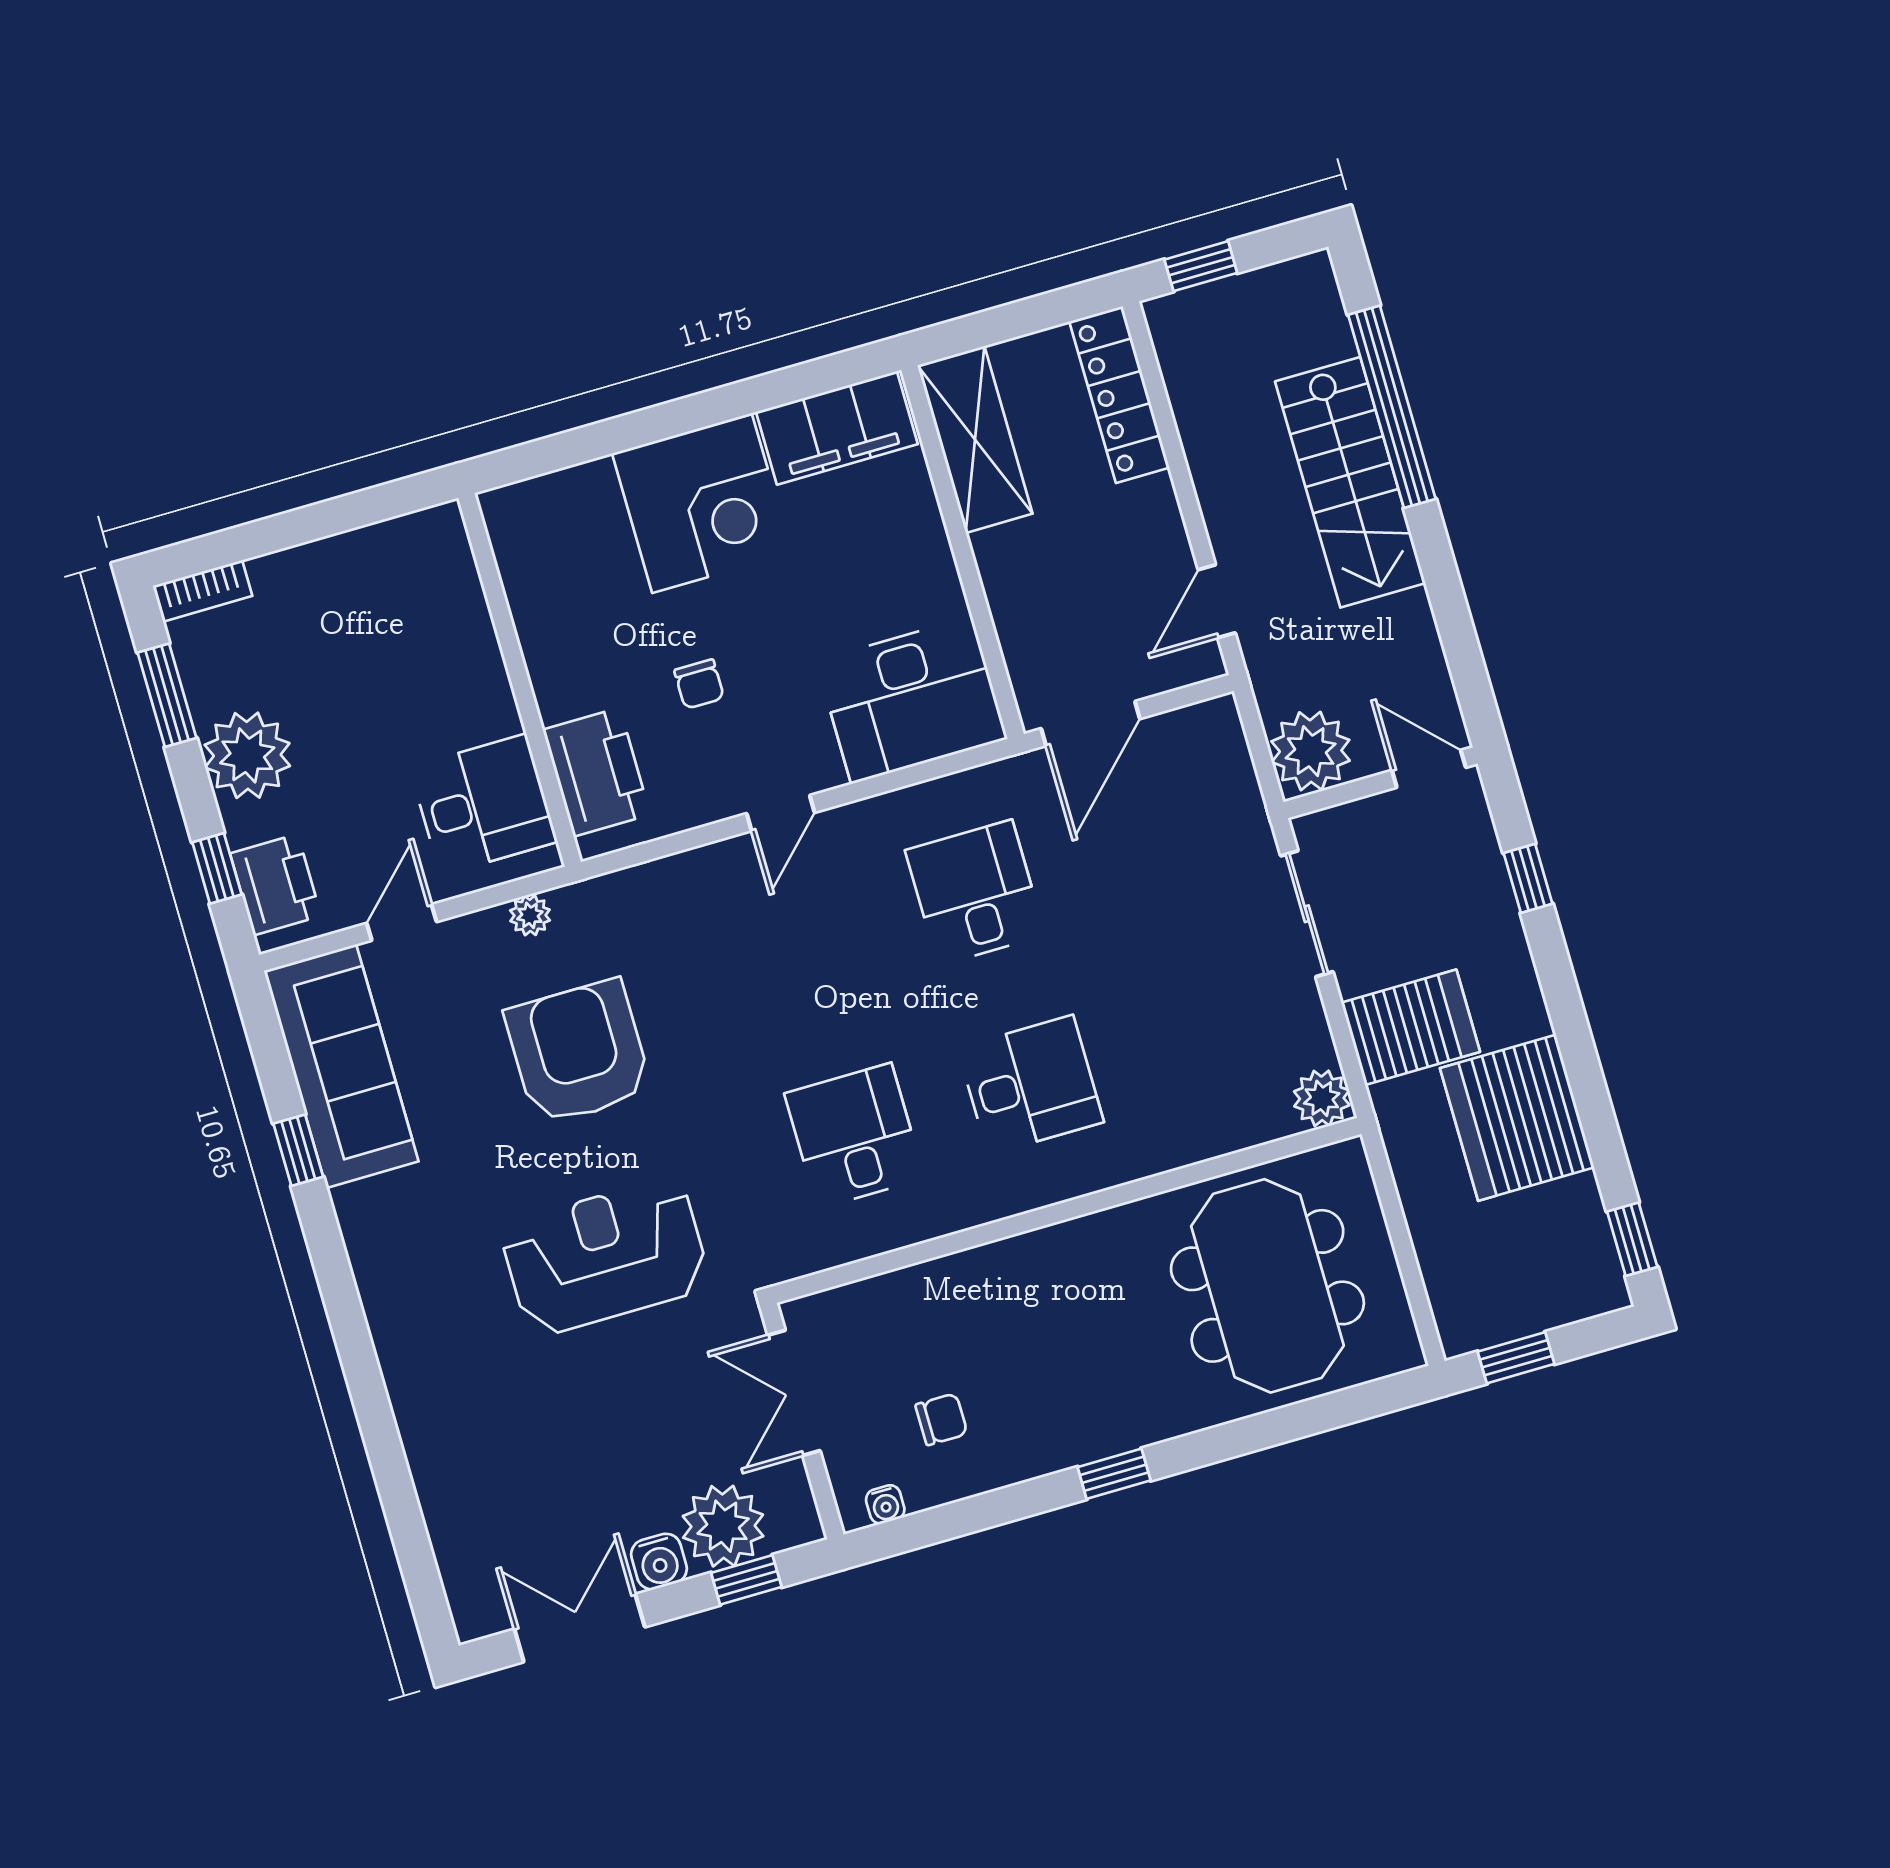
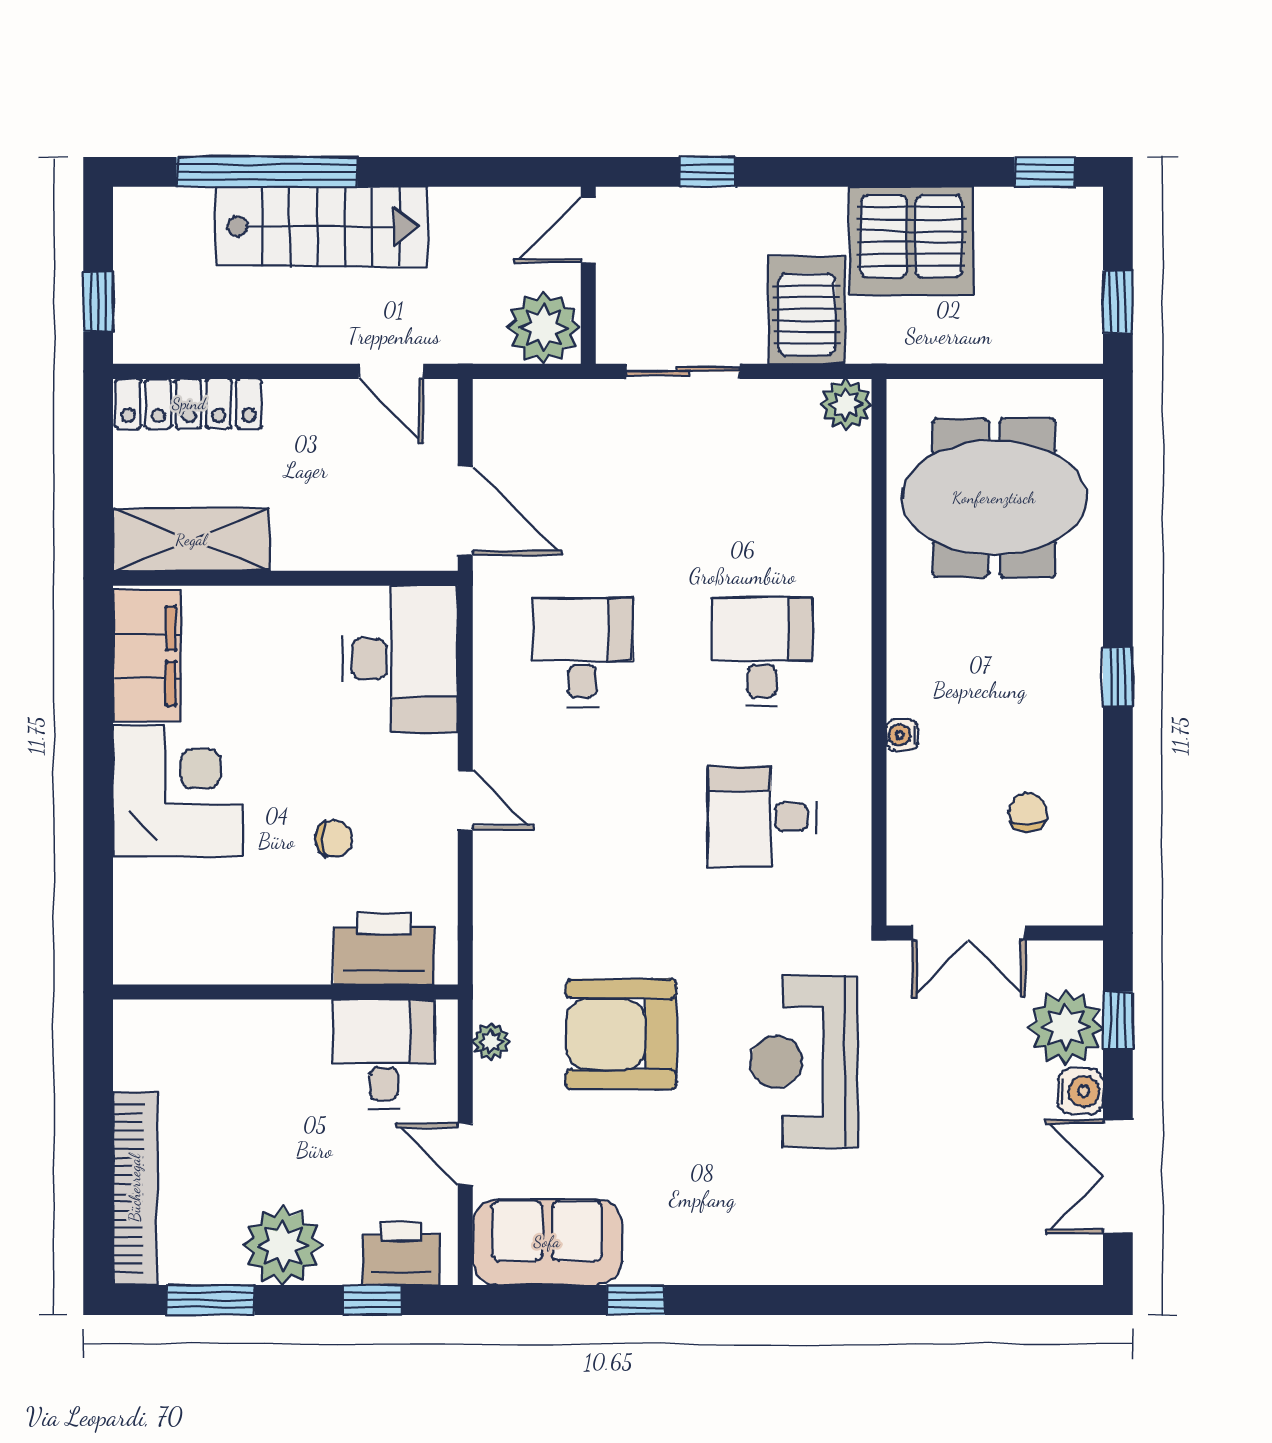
bookcase: (203, 591) -> (135, 1188), width x2.31, depth x1.31
desk: (975, 893) -> (582, 652), turned 90
sofa: (341, 1066) -> (547, 1242), width x0.73
water cooler: (885, 1504) -> (902, 735), moved, turned 180

